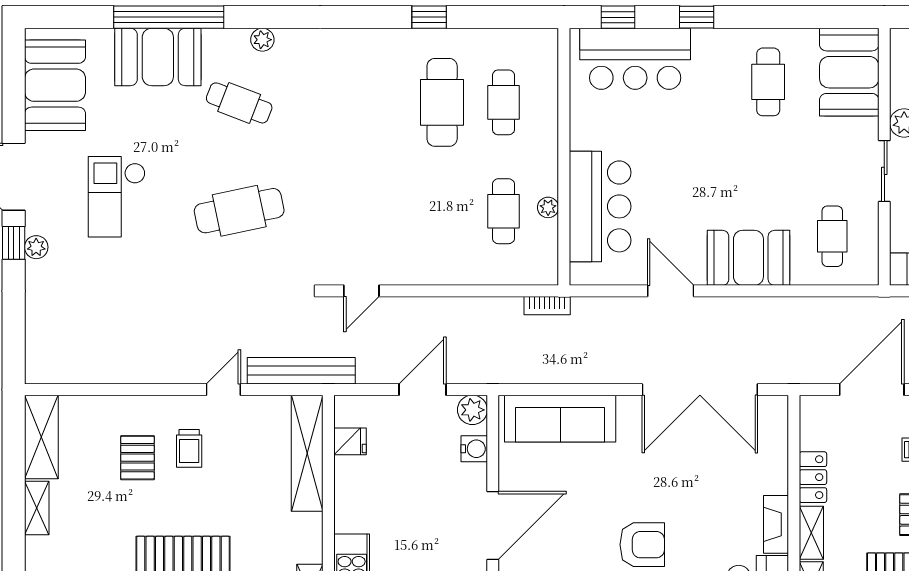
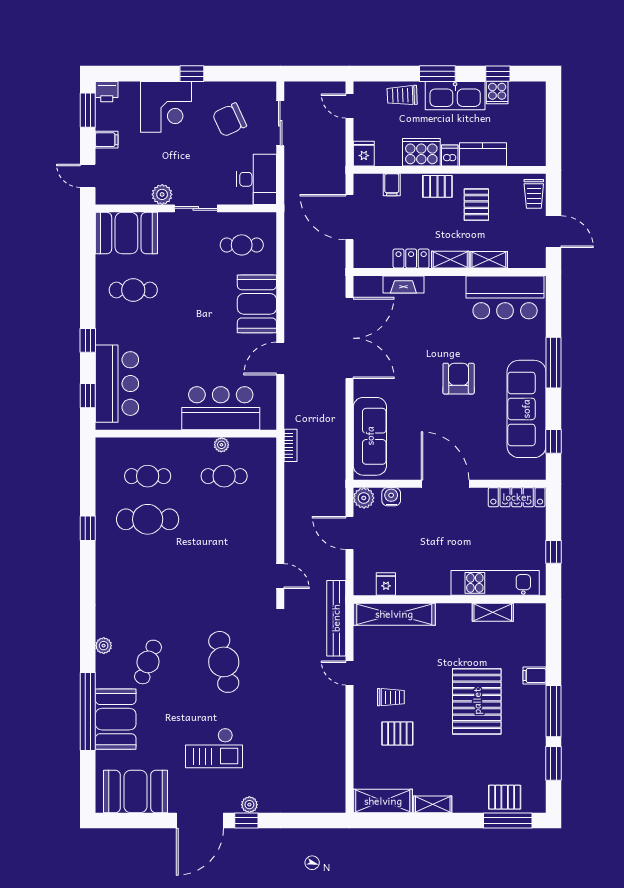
fireplace: (776, 524) -> (403, 284), moved

